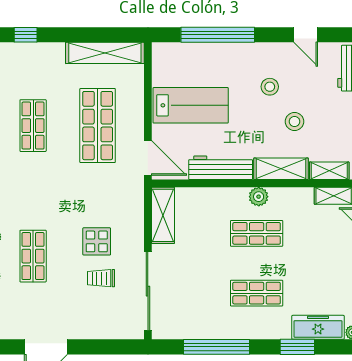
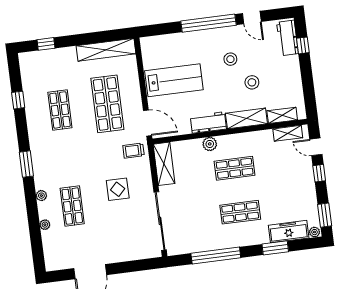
window: (218, 35) -> (208, 23), moved
workbench: (221, 168) -> (208, 123), width x0.73
plant: (259, 197) -> (210, 144), moved
trolley: (101, 278) -> (134, 151), moved

